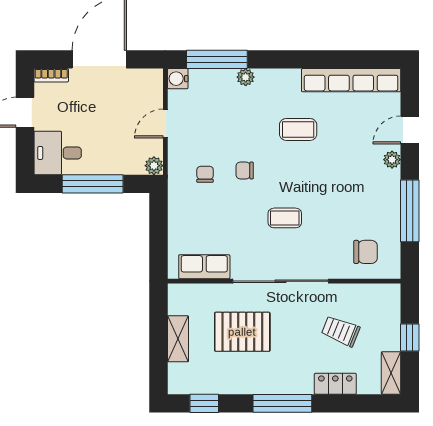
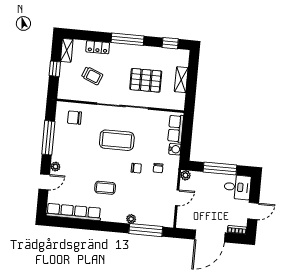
water cooler: (178, 79) -> (175, 149), moved
coffee table: (285, 218) -> (117, 140), width x1.86, depth x1.72
row of seats: (204, 267) -> (176, 129), moved, turned 90

